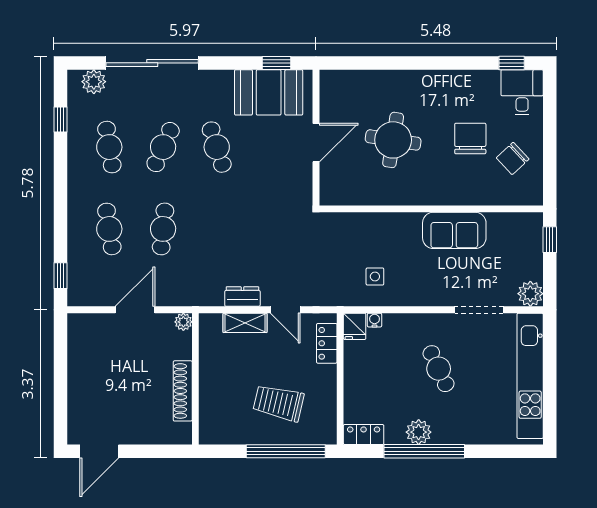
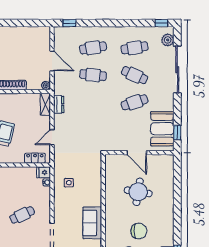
window: (60, 120) -> (161, 23), moved
dresser: (242, 297) -> (59, 105), moved
shelving: (245, 323) -> (45, 104), moved

